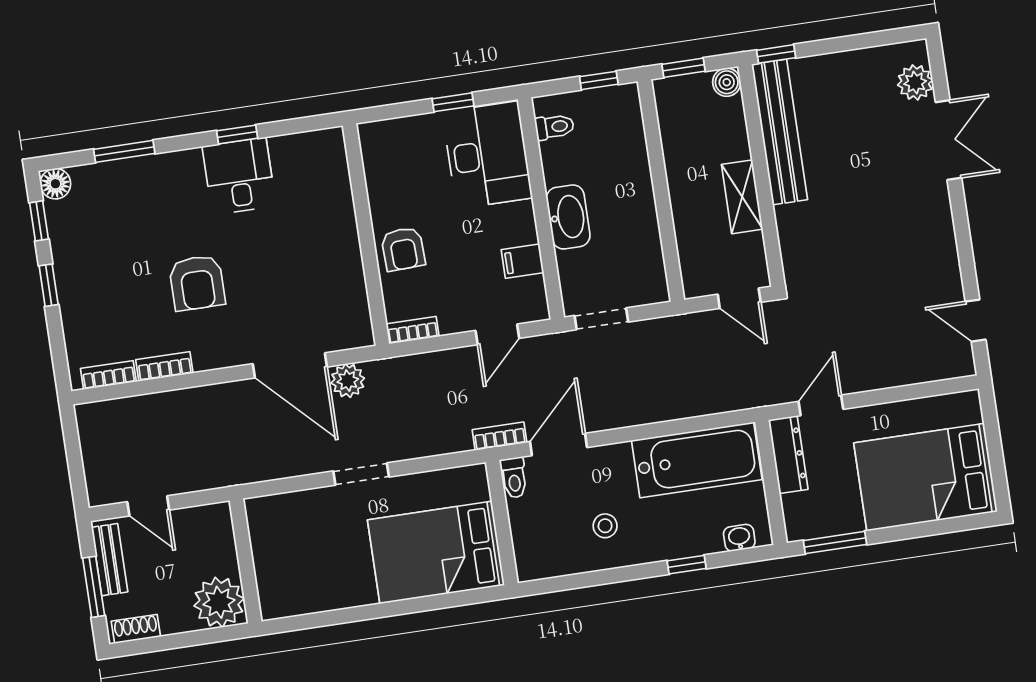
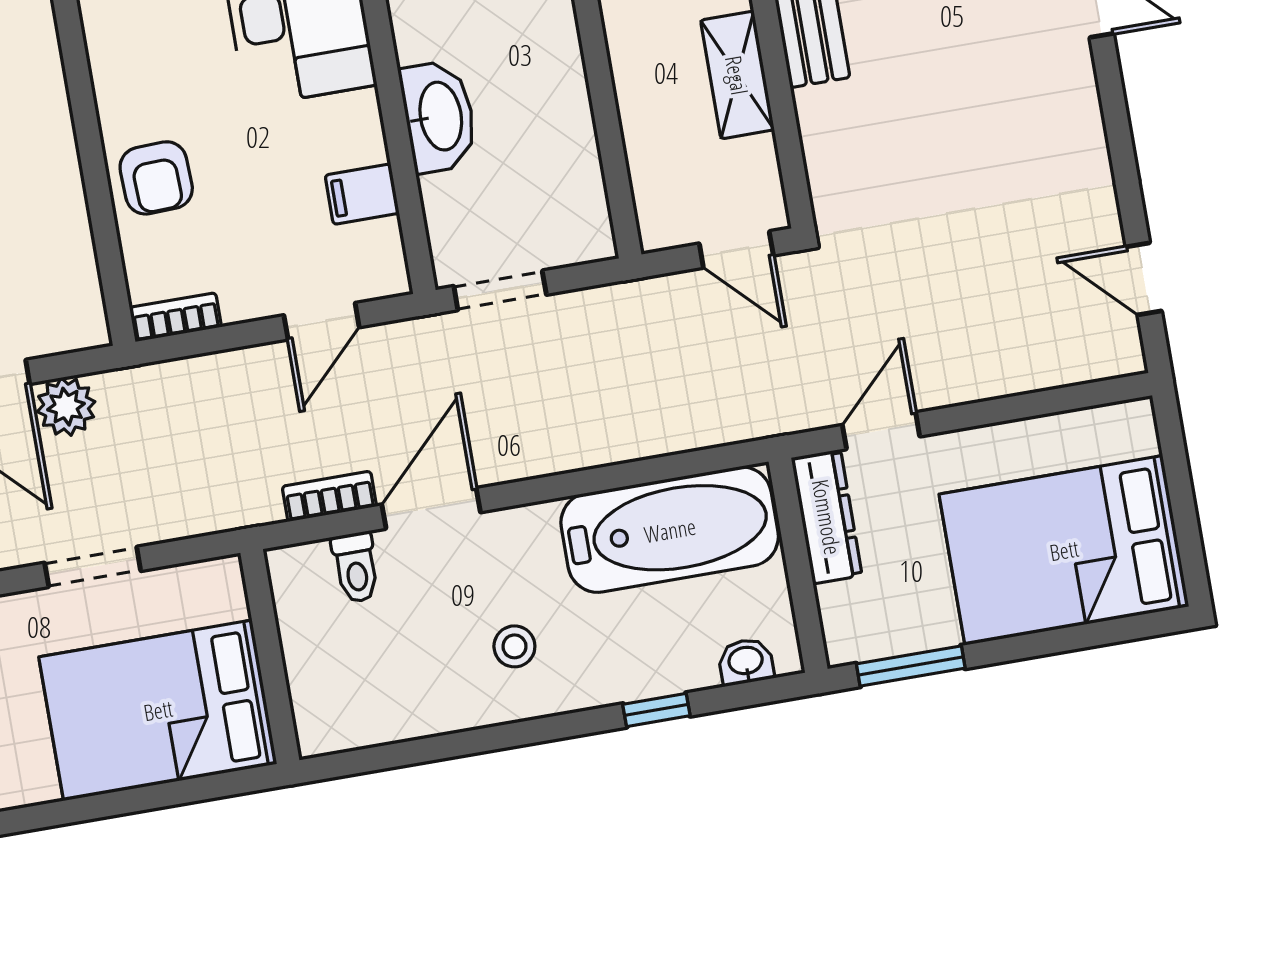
wall: (502, 523) -> (270, 656), moved
bed: (436, 553) -> (158, 710), moved

